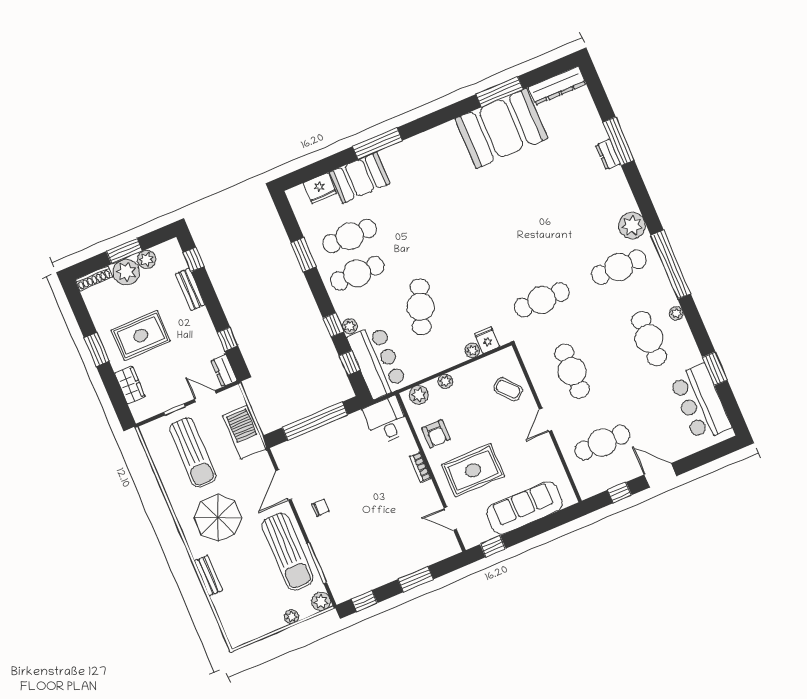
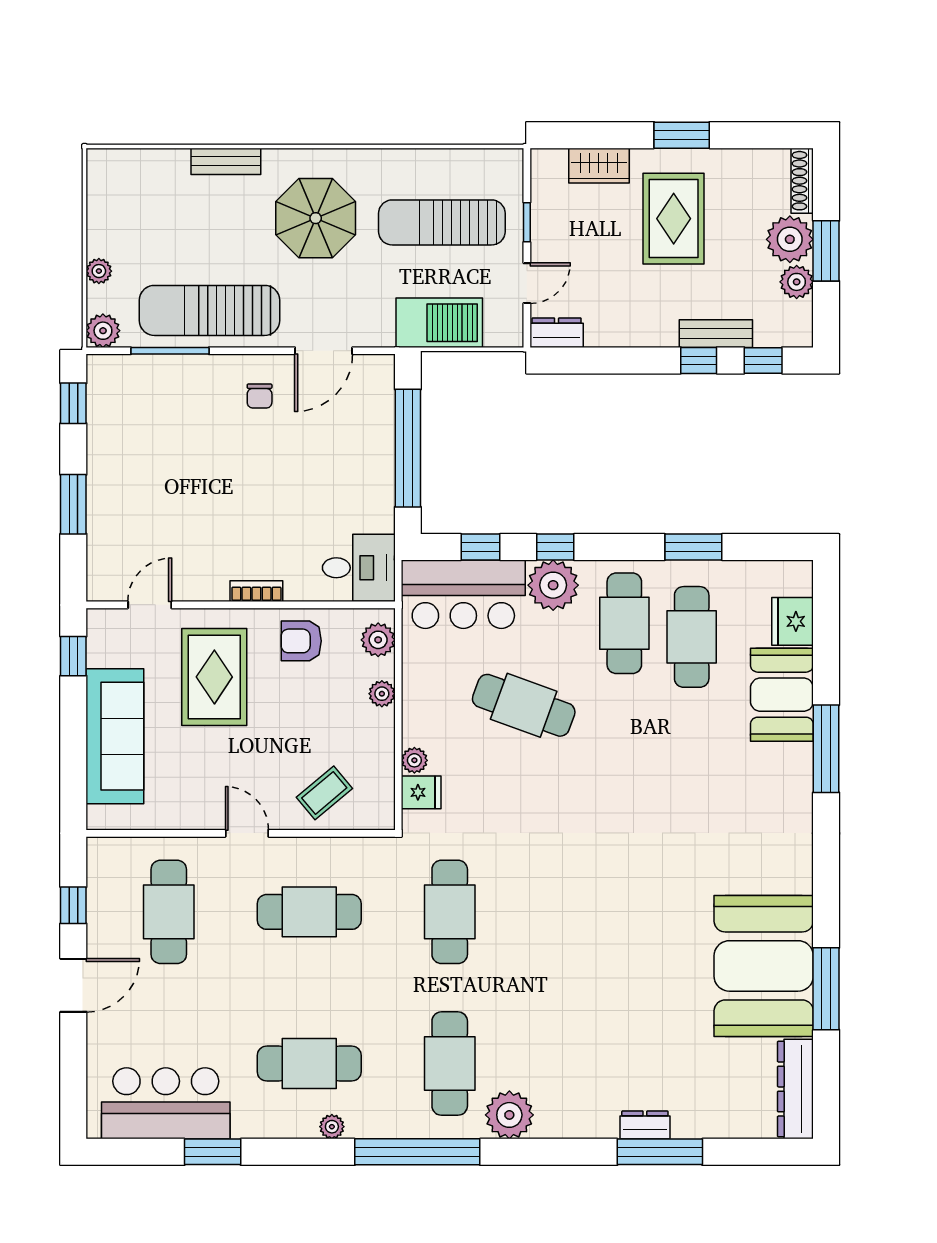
plant: (350, 326) -> (553, 585), width x1.88, depth x1.88
window: (227, 339) -> (699, 360), moved
door: (284, 485) -> (324, 351), swing flipped

